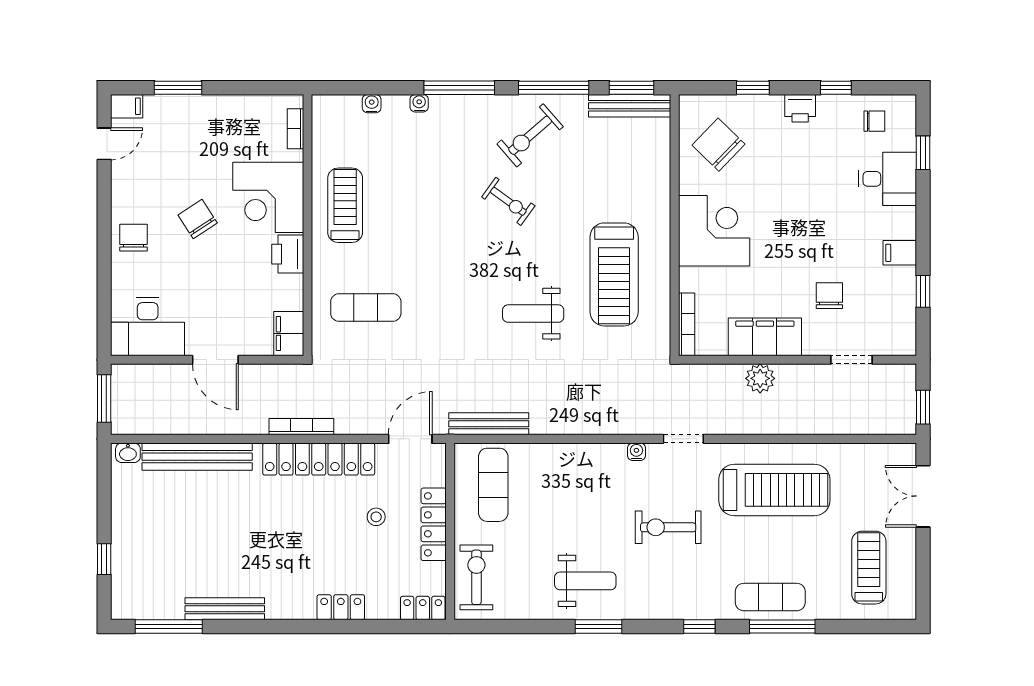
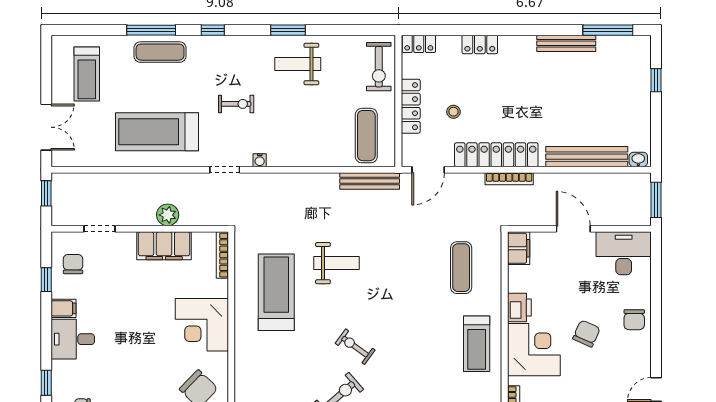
desk: (887, 179) -> (73, 339), moved
chair: (198, 219) -> (586, 334), turned -123
chair: (829, 296) -> (73, 264), moved, turned 180
exercise mat: (366, 308) -> (461, 268), turned 90
exercise bike: (668, 527) -> (236, 104), width x0.73, depth x0.72

